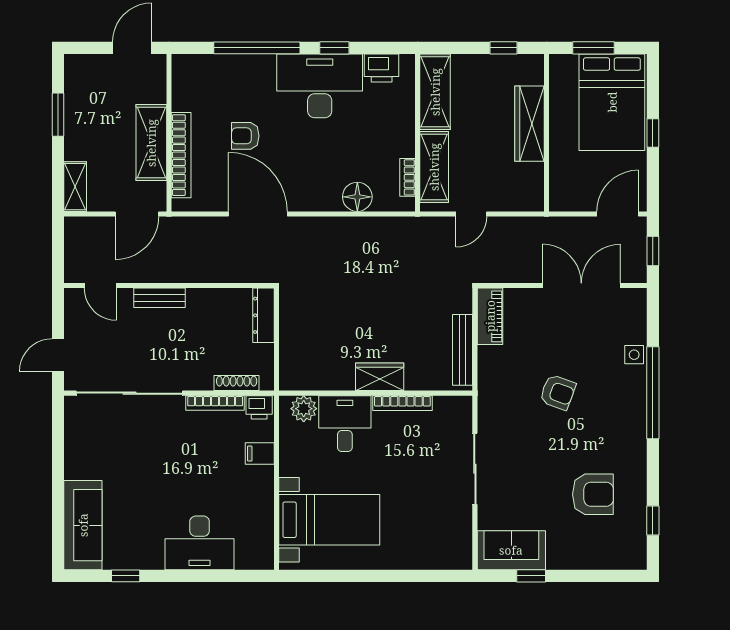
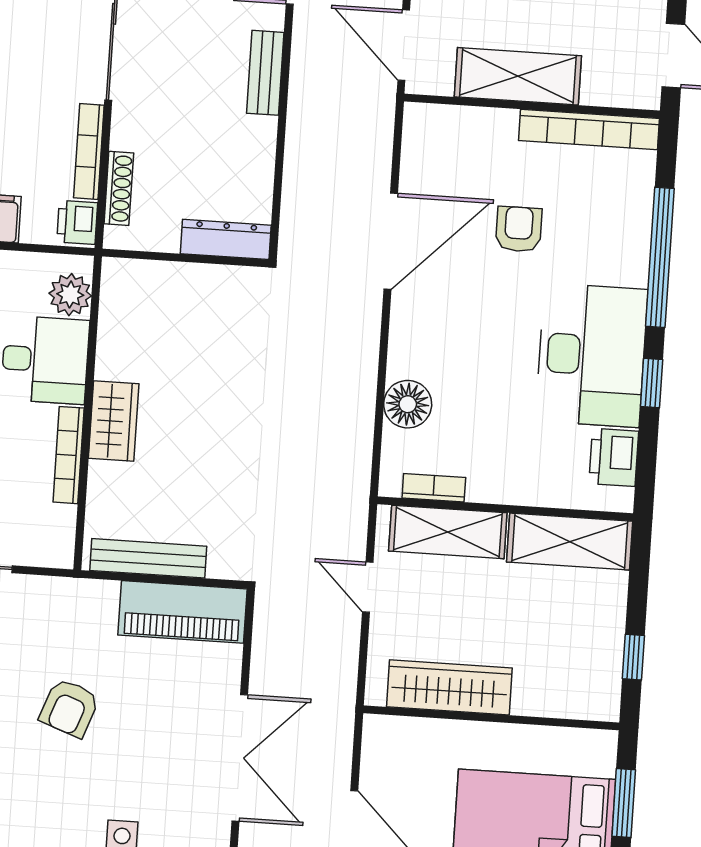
wardrobe: (530, 124) -> (449, 687), moved
bookcase: (181, 155) -> (589, 130), moved
piano: (490, 316) -> (182, 612), width x1.37, depth x1.33

